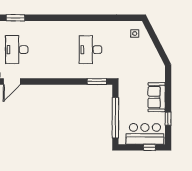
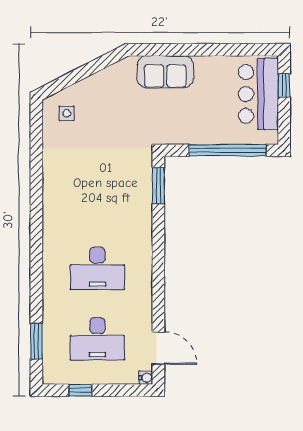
desk: (90, 50) -> (97, 268), moved
sofa: (157, 97) -> (165, 72), moved
window: (168, 119) -> (229, 50), removed

